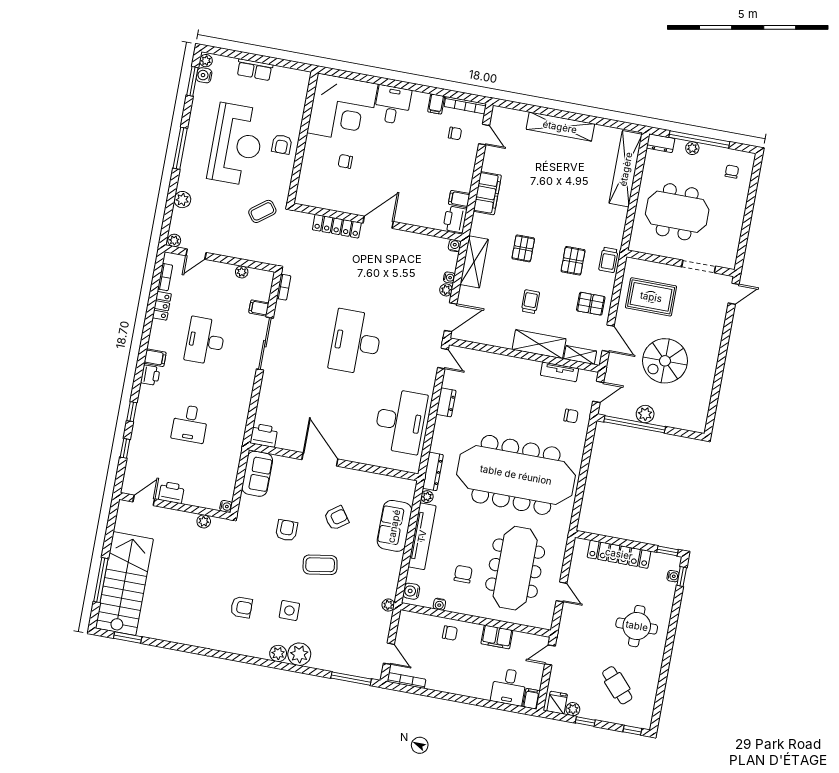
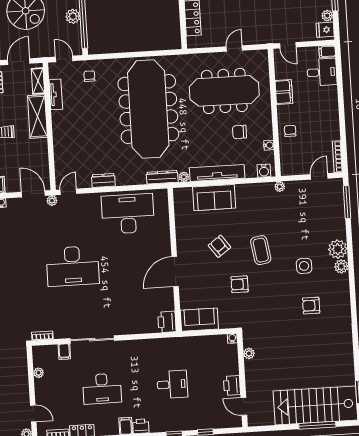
plant: (446, 290) -> (52, 201), moved
armchair: (241, 607) -> (311, 306), turned -90

